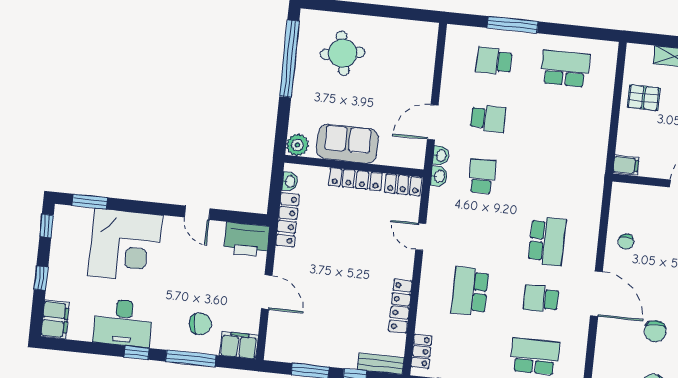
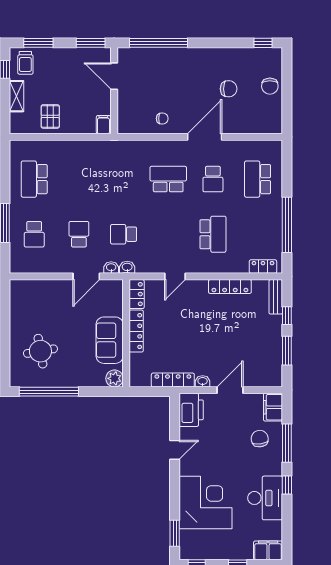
door: (433, 122) -> (86, 276), hinge flipped
washbasin: (290, 181) -> (203, 381), moved
school desk: (470, 291) -> (213, 234), turned -90

